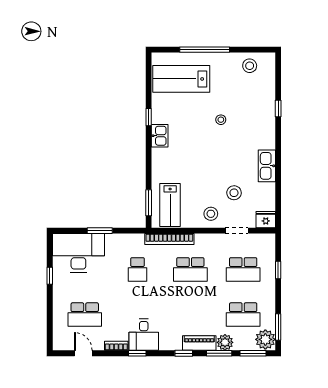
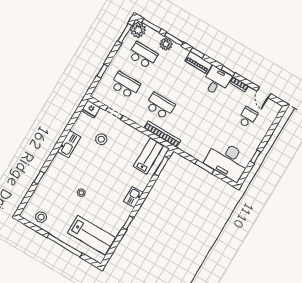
kitchen sink: (160, 136) -> (133, 197), moved
stool: (211, 214) -> (125, 134), removed
school desk: (138, 269) -> (195, 126), removed
school desk: (85, 315) -> (248, 117), width x0.54
piano: (199, 343) -> (198, 63), moved

